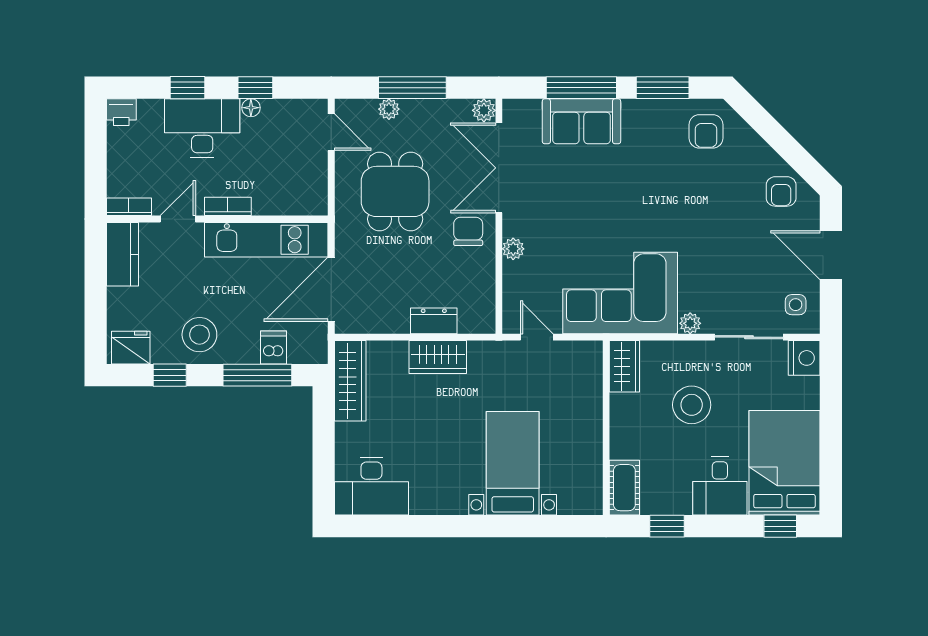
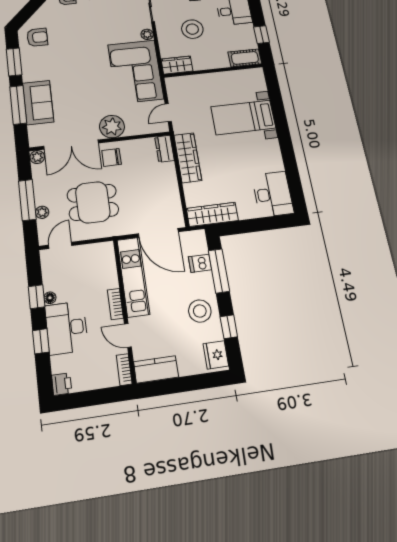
plant: (513, 249) -> (112, 127), width x1.87, depth x1.87
dresser: (434, 321) -> (164, 149), moved
wardrobe: (438, 357) -> (188, 158), width x1.50

